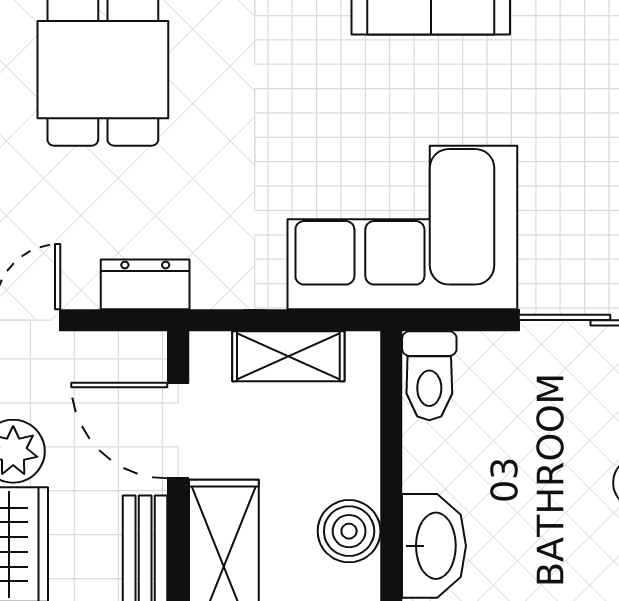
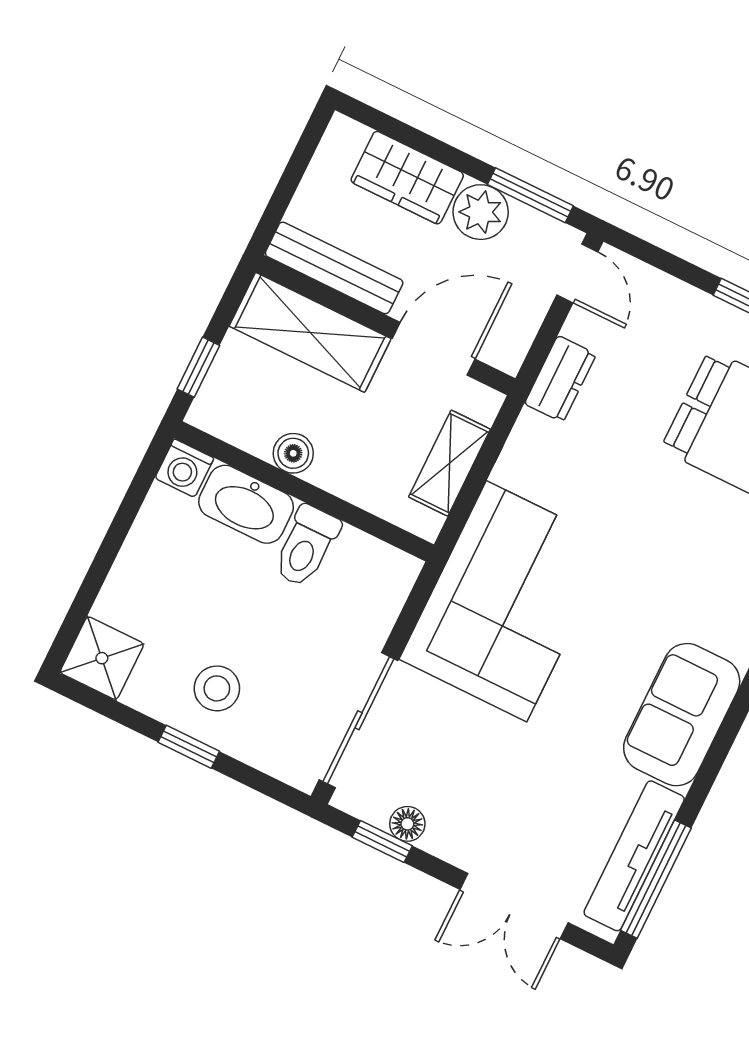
toilet: (429, 376) -> (306, 546), moved, turned -90
boiler: (349, 531) -> (293, 453), width x0.73, depth x0.73

